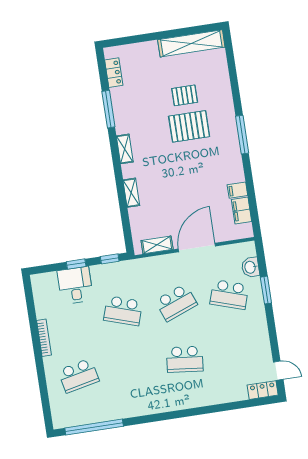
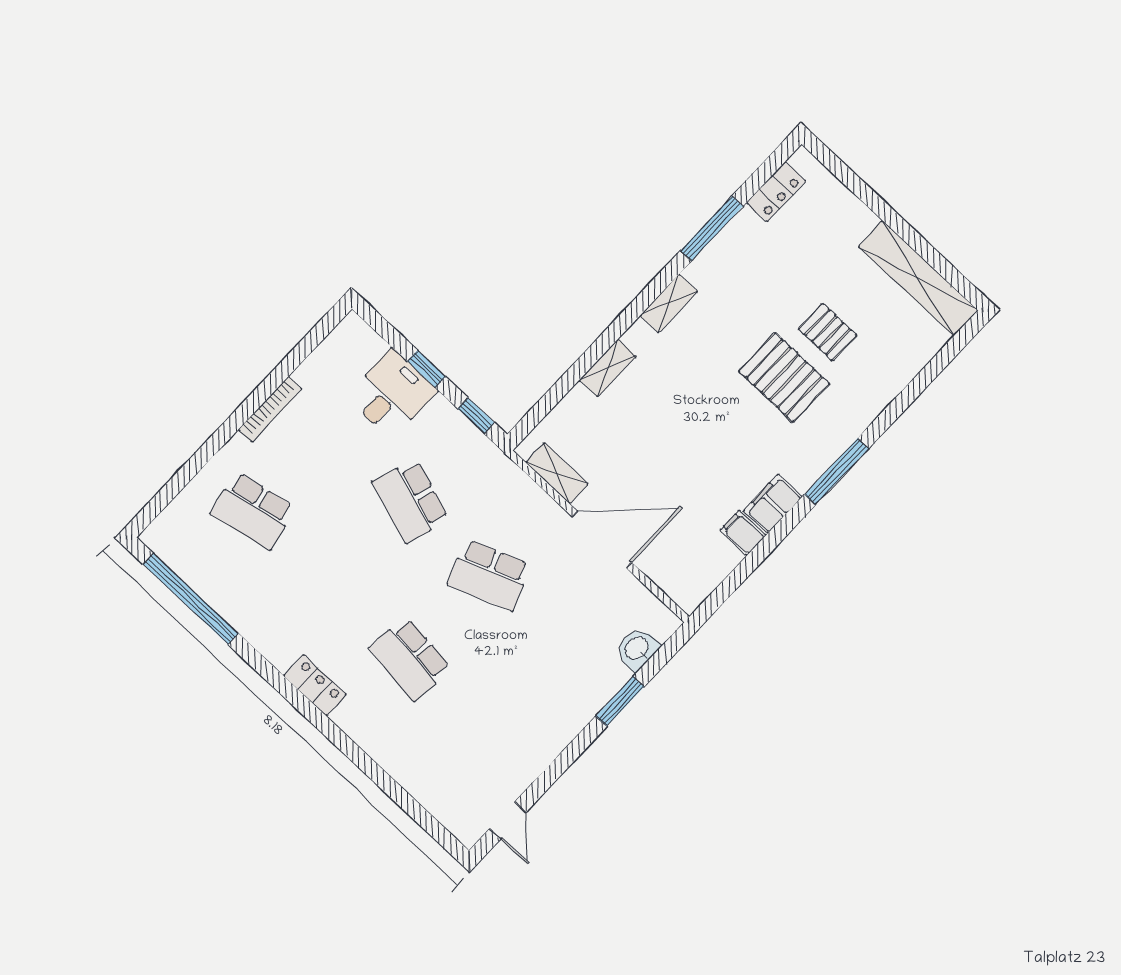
filing cabinet: (241, 210) -> (773, 504), moved
school desk: (229, 294) -> (568, 649), removed
locker: (263, 390) -> (315, 685), moved

